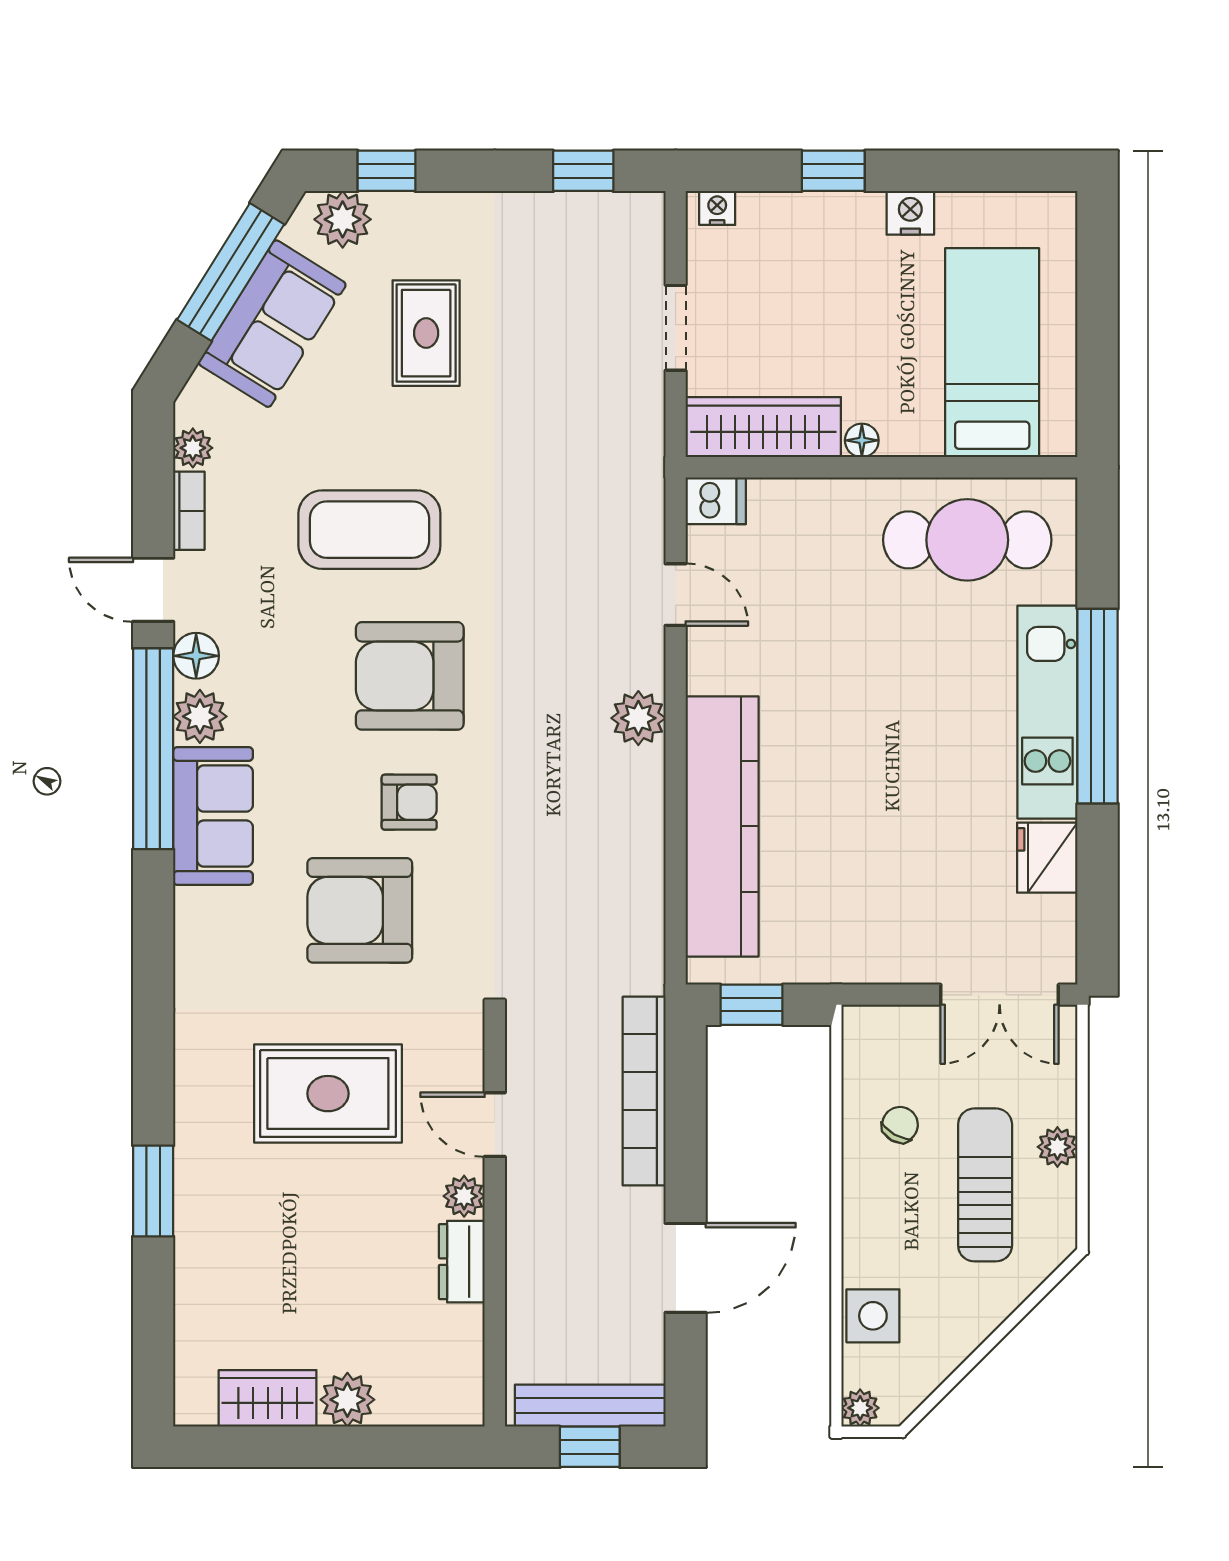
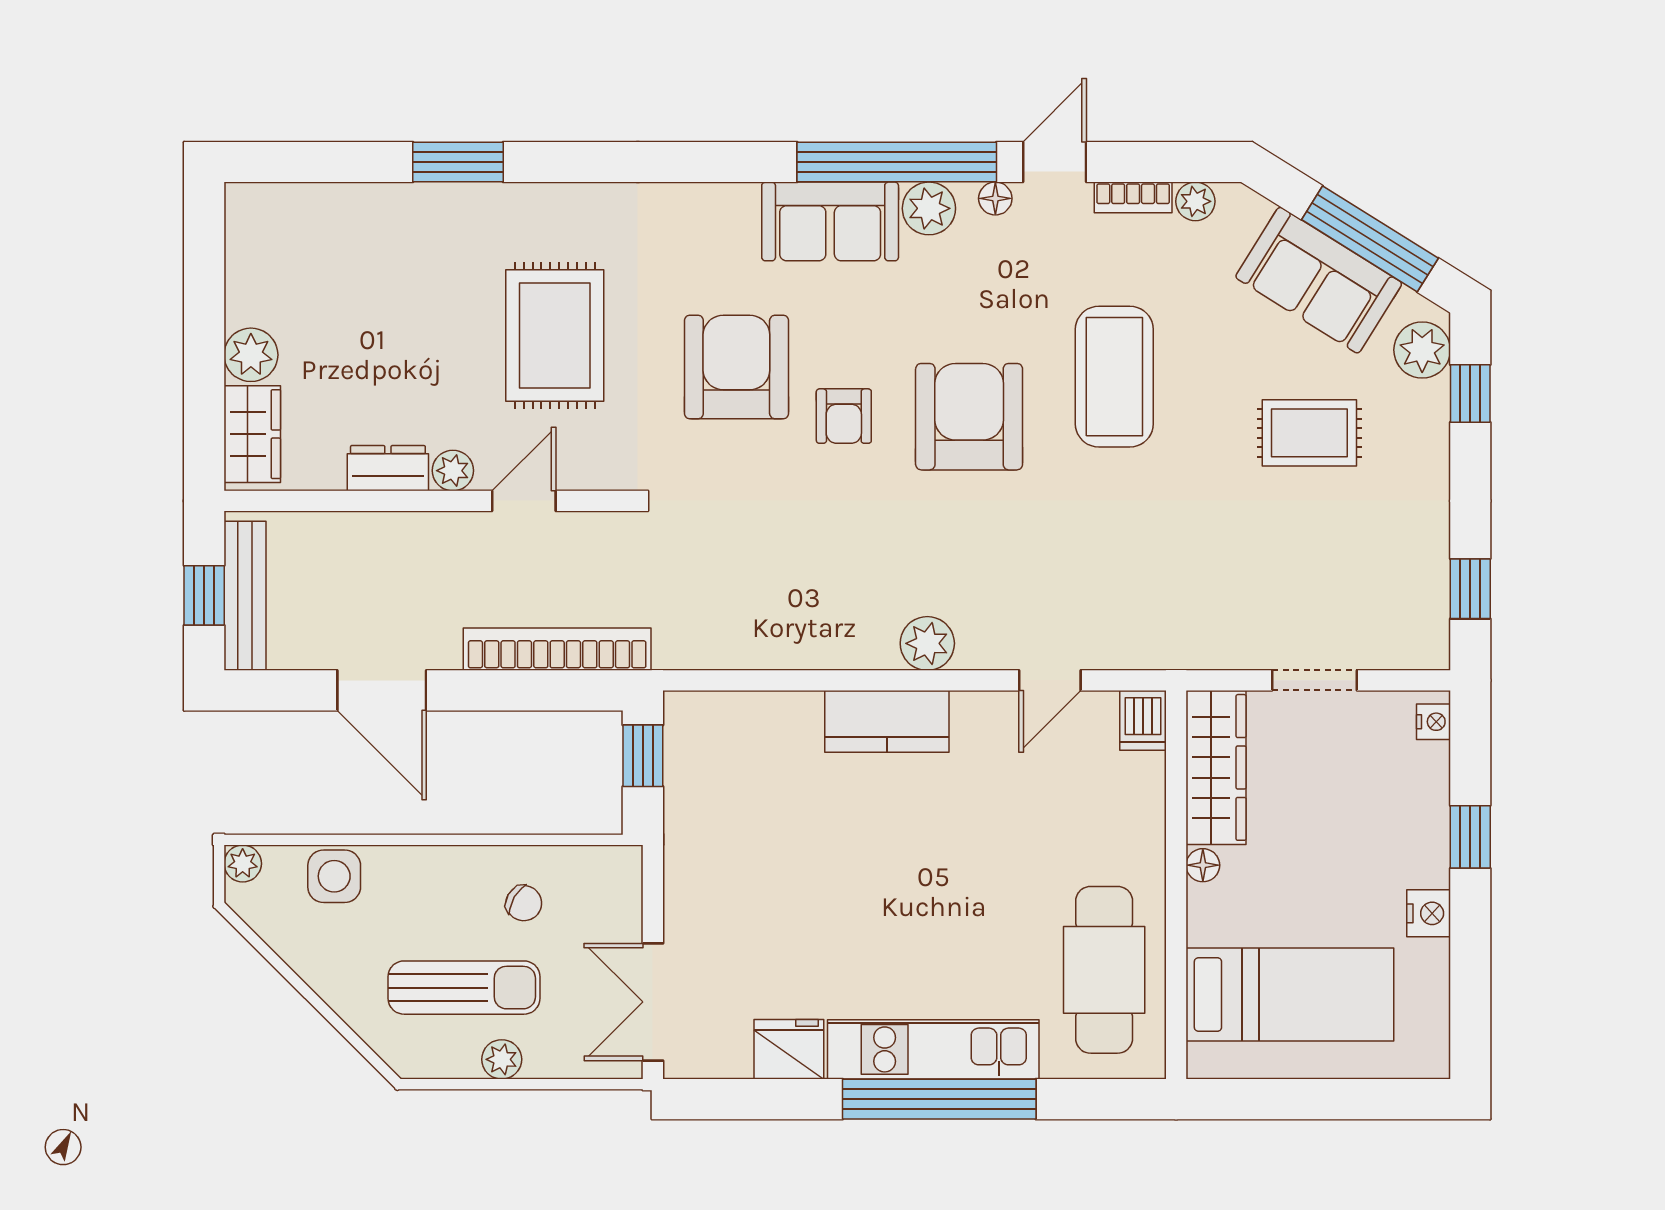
floor lamp: (196, 656) -> (995, 198), width x0.73, depth x0.73
kitchen counter: (722, 826) -> (887, 721), width x0.48, depth x0.86
wardrobe: (268, 1398) -> (252, 434), moved

